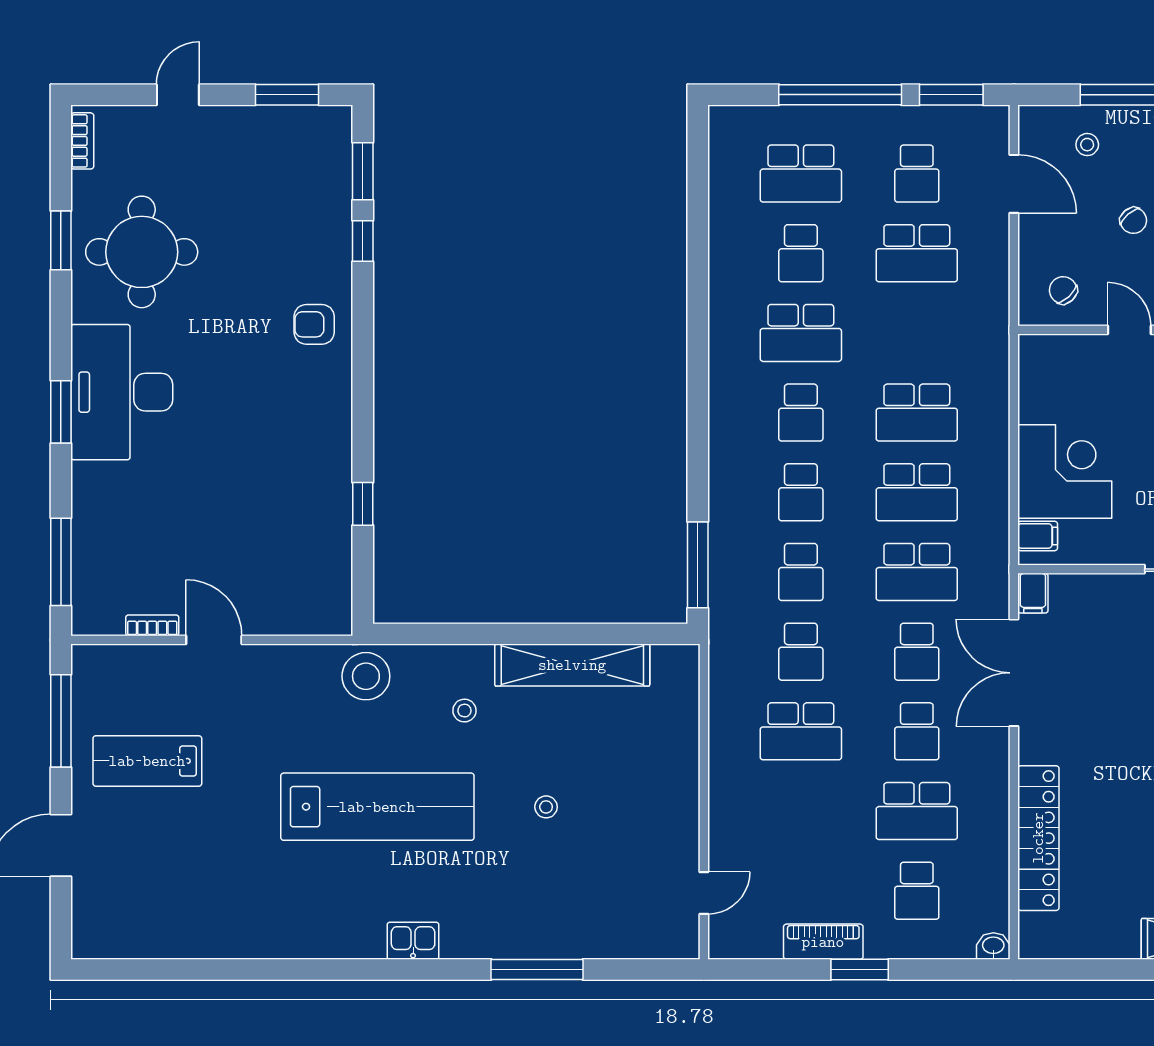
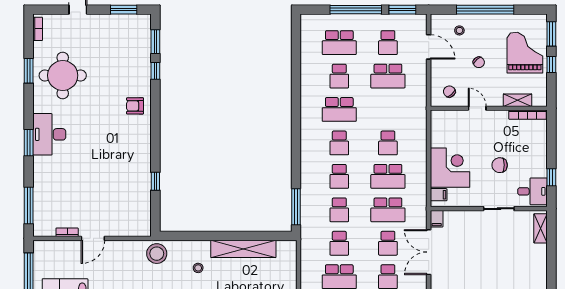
desk: (122, 392) -> (49, 134), width x0.73, depth x0.77
school desk: (917, 413) -> (388, 143), width x0.54
door: (214, 640) -> (93, 238), swing flipped

